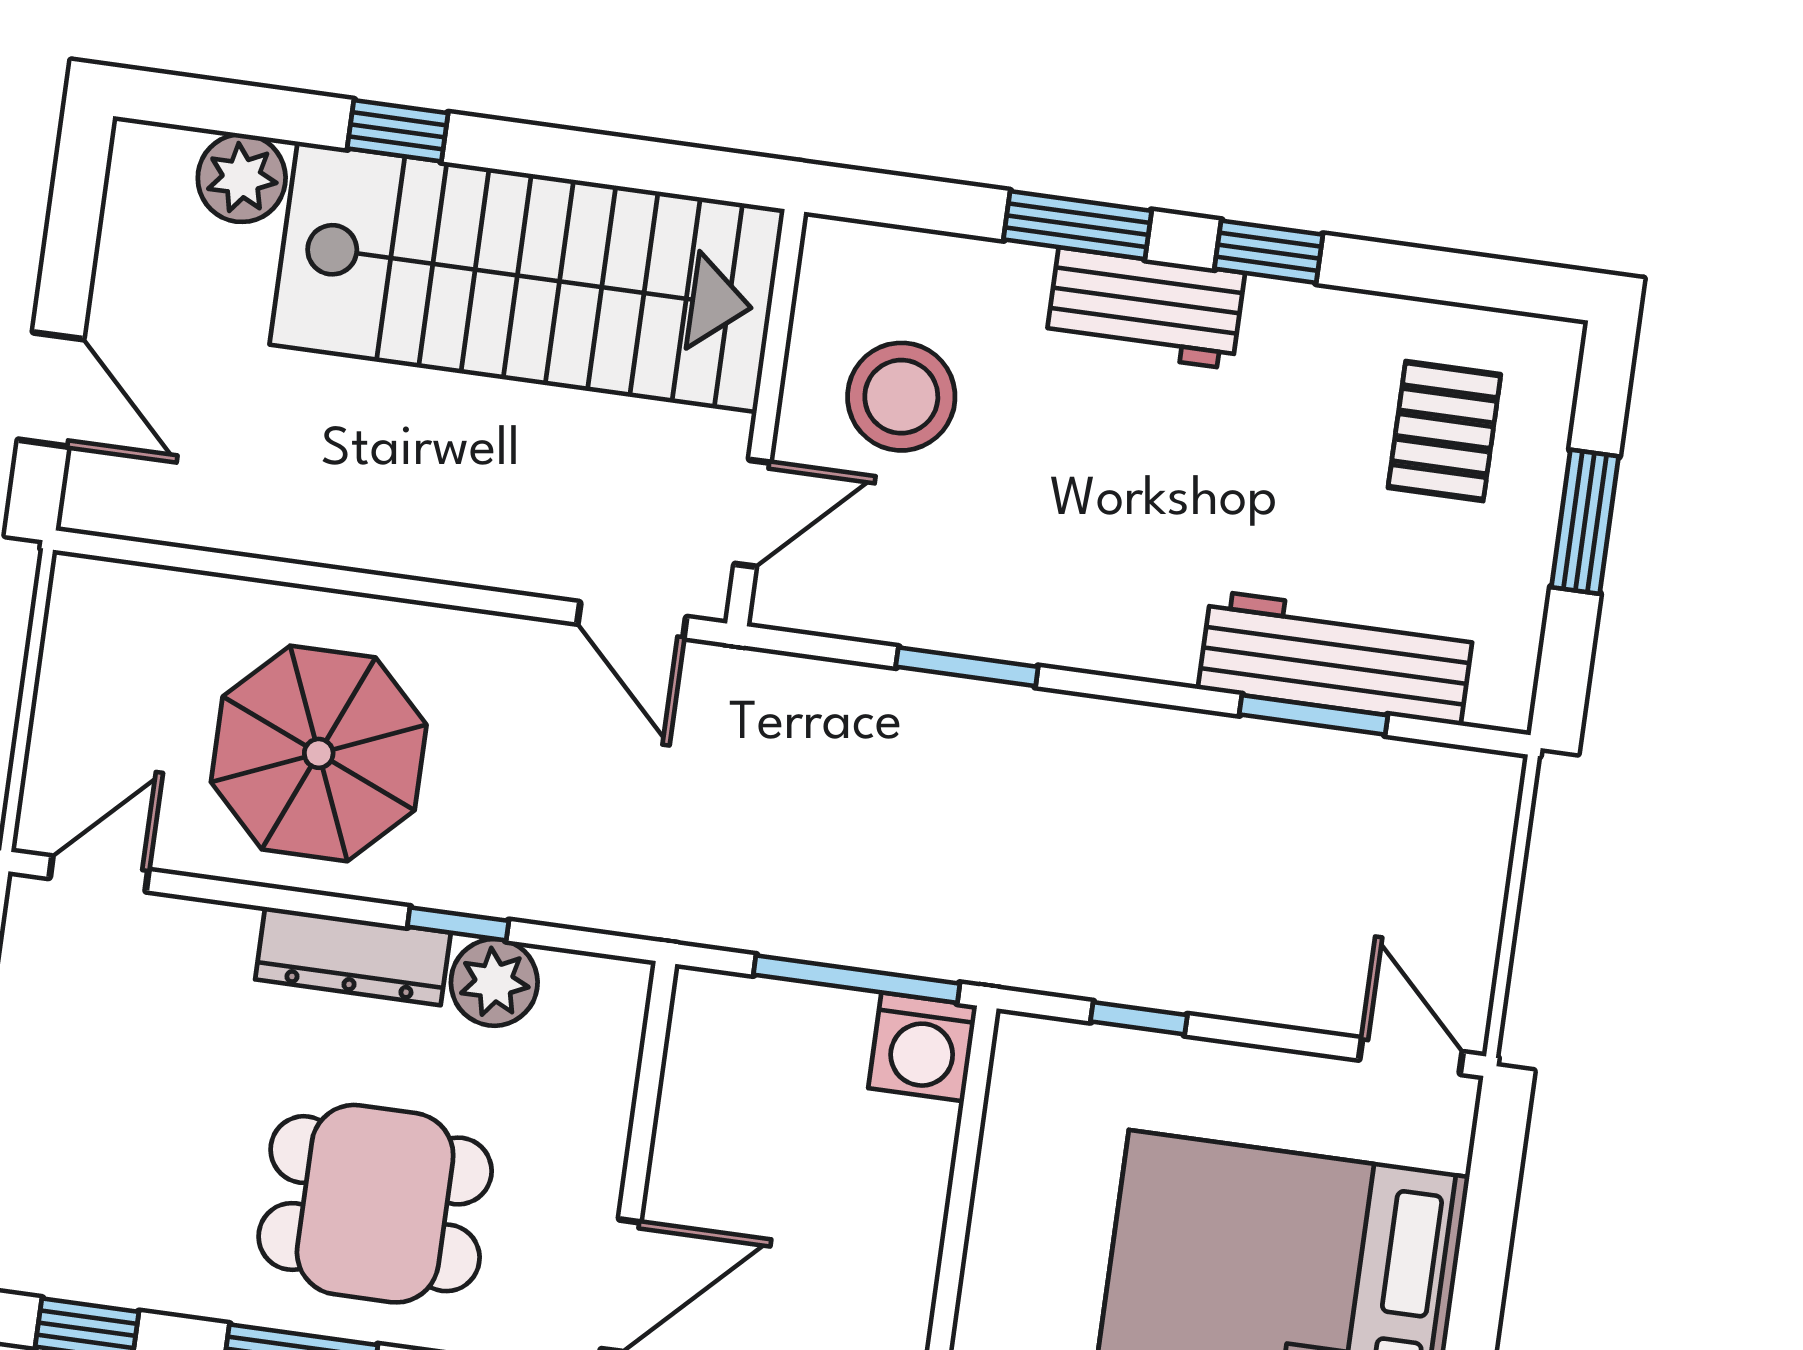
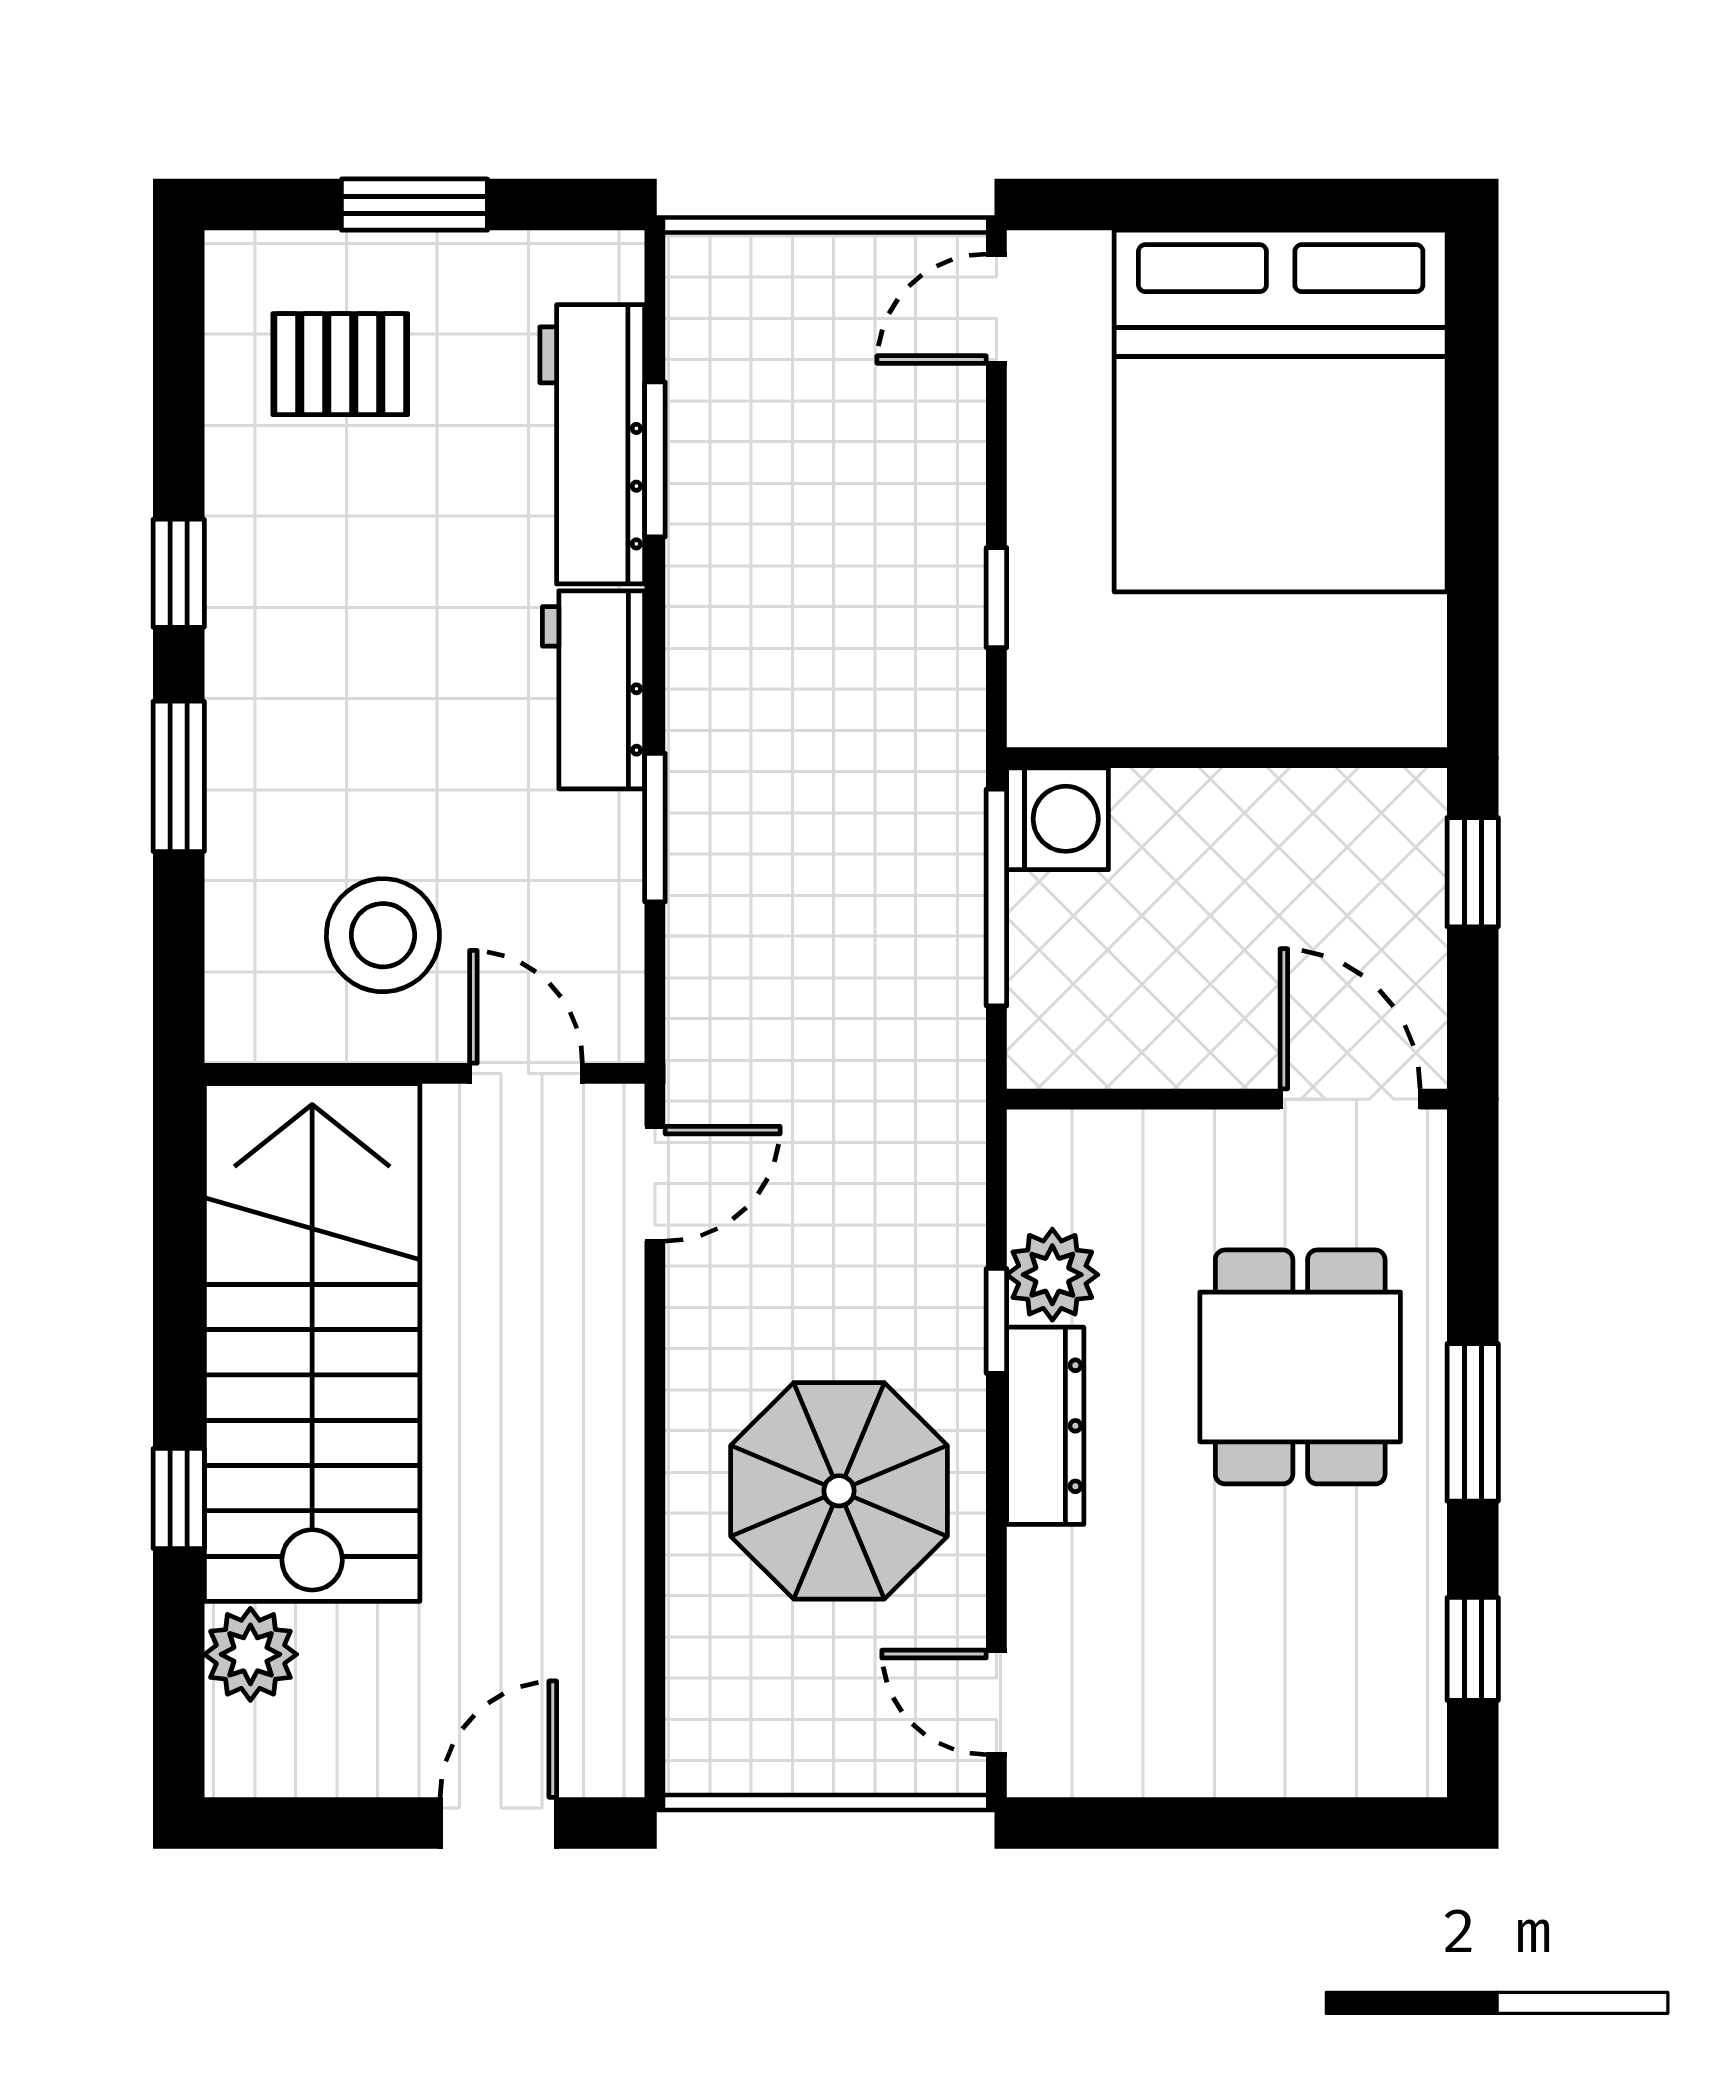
workbench: (1145, 308) -> (594, 690), moved, turned 180

